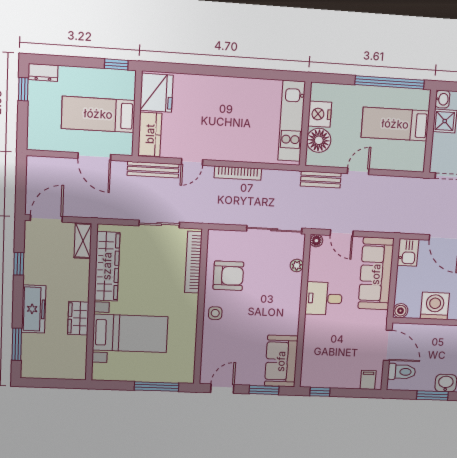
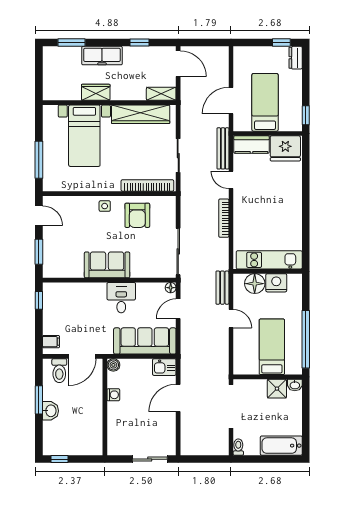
plant: (297, 265) -> (149, 272), removed
washing machine: (435, 306) -> (113, 395), width x0.53, depth x0.53
sofa: (281, 361) -> (107, 265), moved

